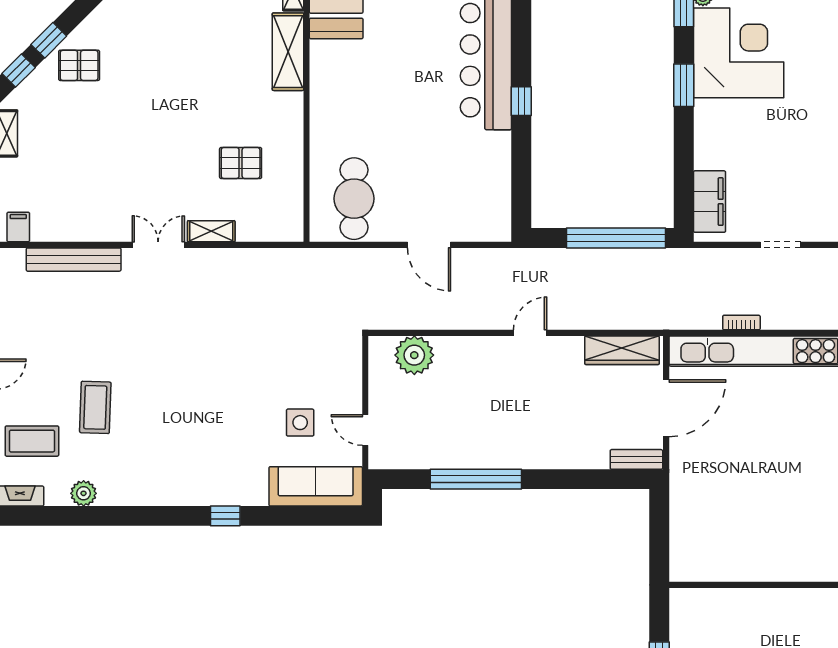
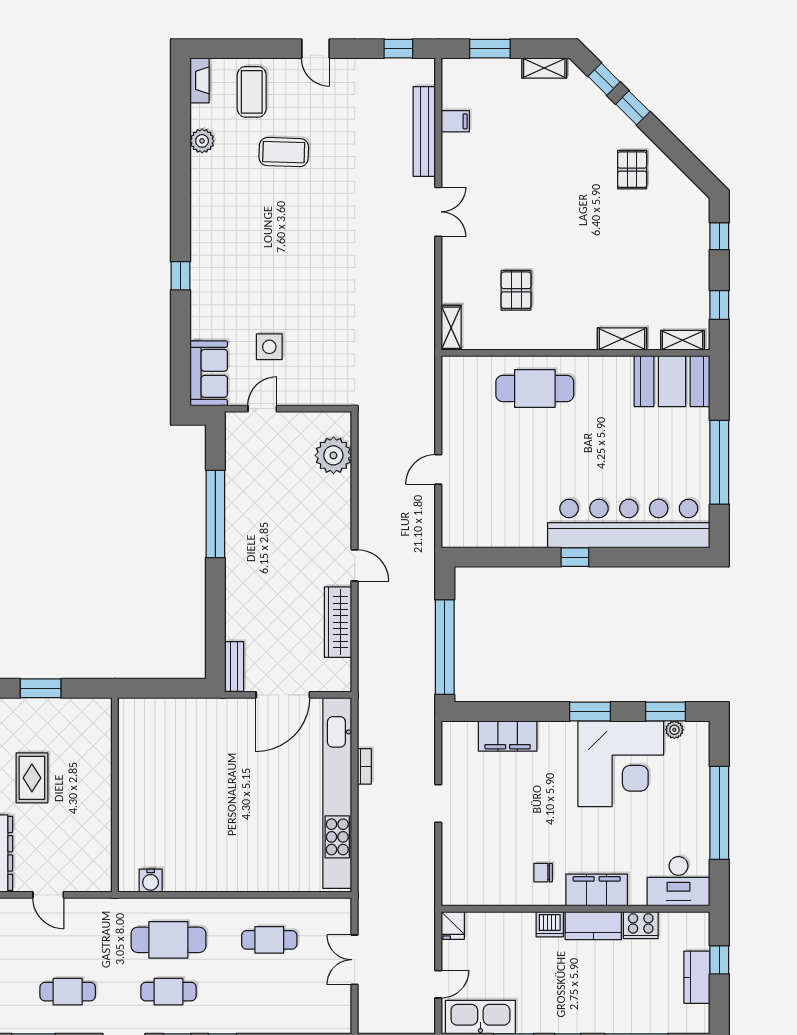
shelving: (288, 52) -> (622, 339), width x0.67, depth x0.75
pallet: (79, 65) -> (632, 170), moved
cafe table: (354, 199) -> (535, 389), moved
filing cabinet: (709, 202) -> (508, 736), moved
filing cabinet: (18, 227) -> (455, 121), moved
shelving: (211, 231) -> (451, 328), moved
door: (429, 245) -> (438, 469), width x0.73
wardrobe: (622, 350) -> (338, 622), moved
door: (666, 408) -> (283, 695), hinge flipped
sofa: (316, 486) -> (209, 373), width x0.73

